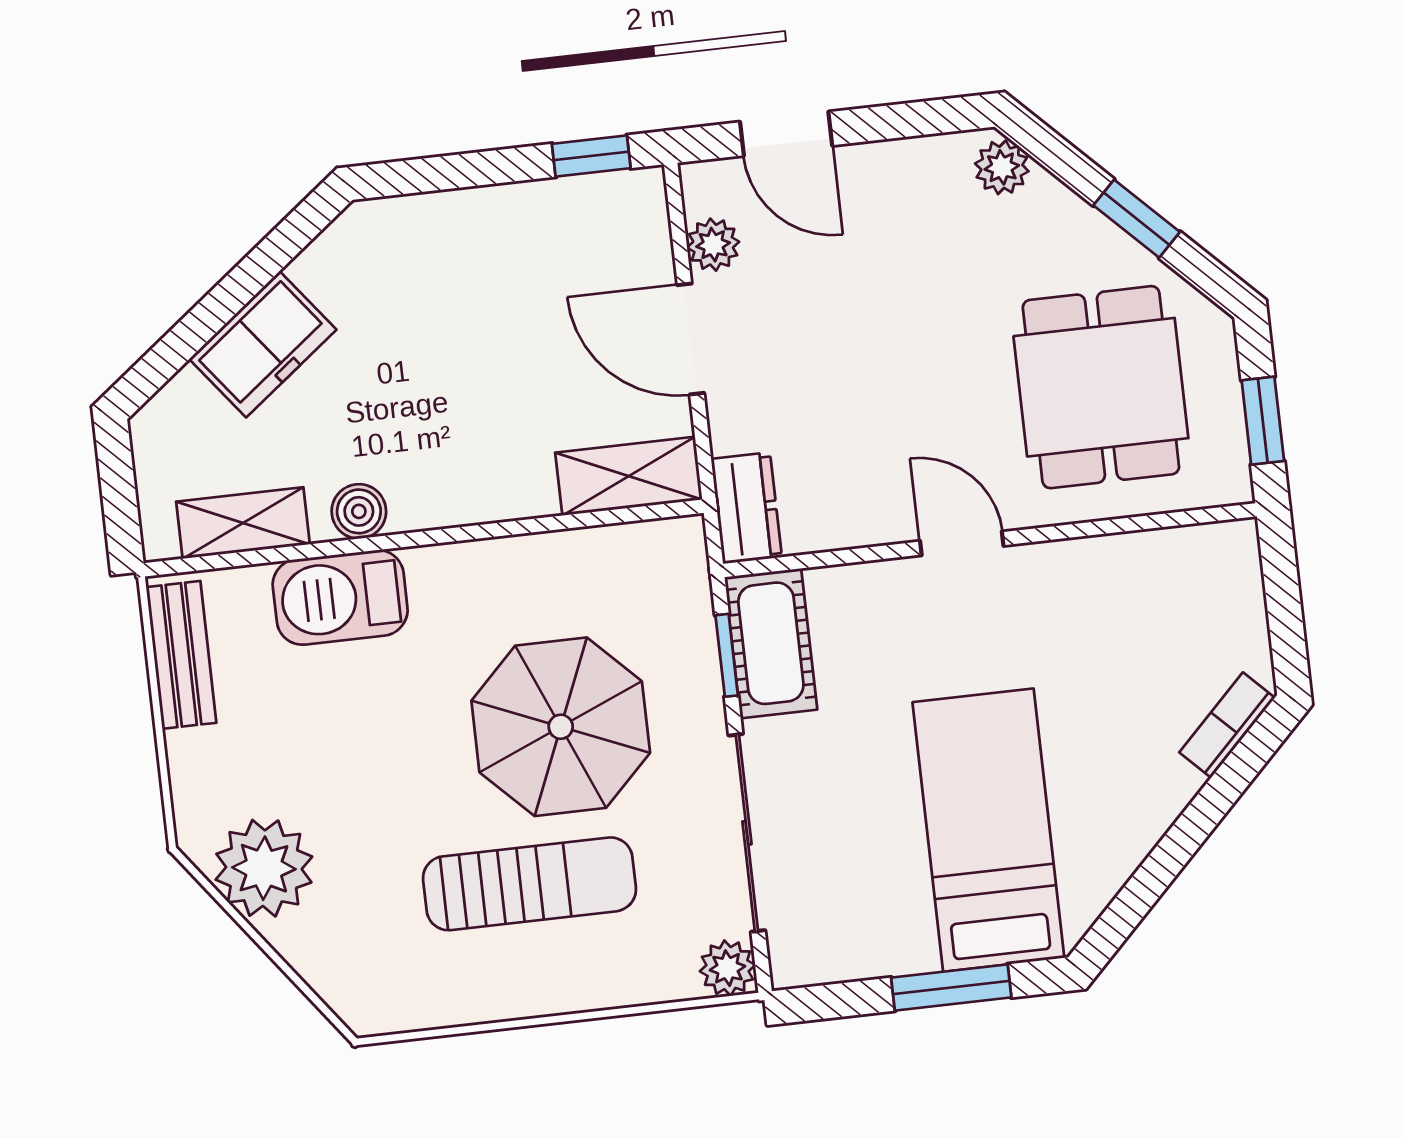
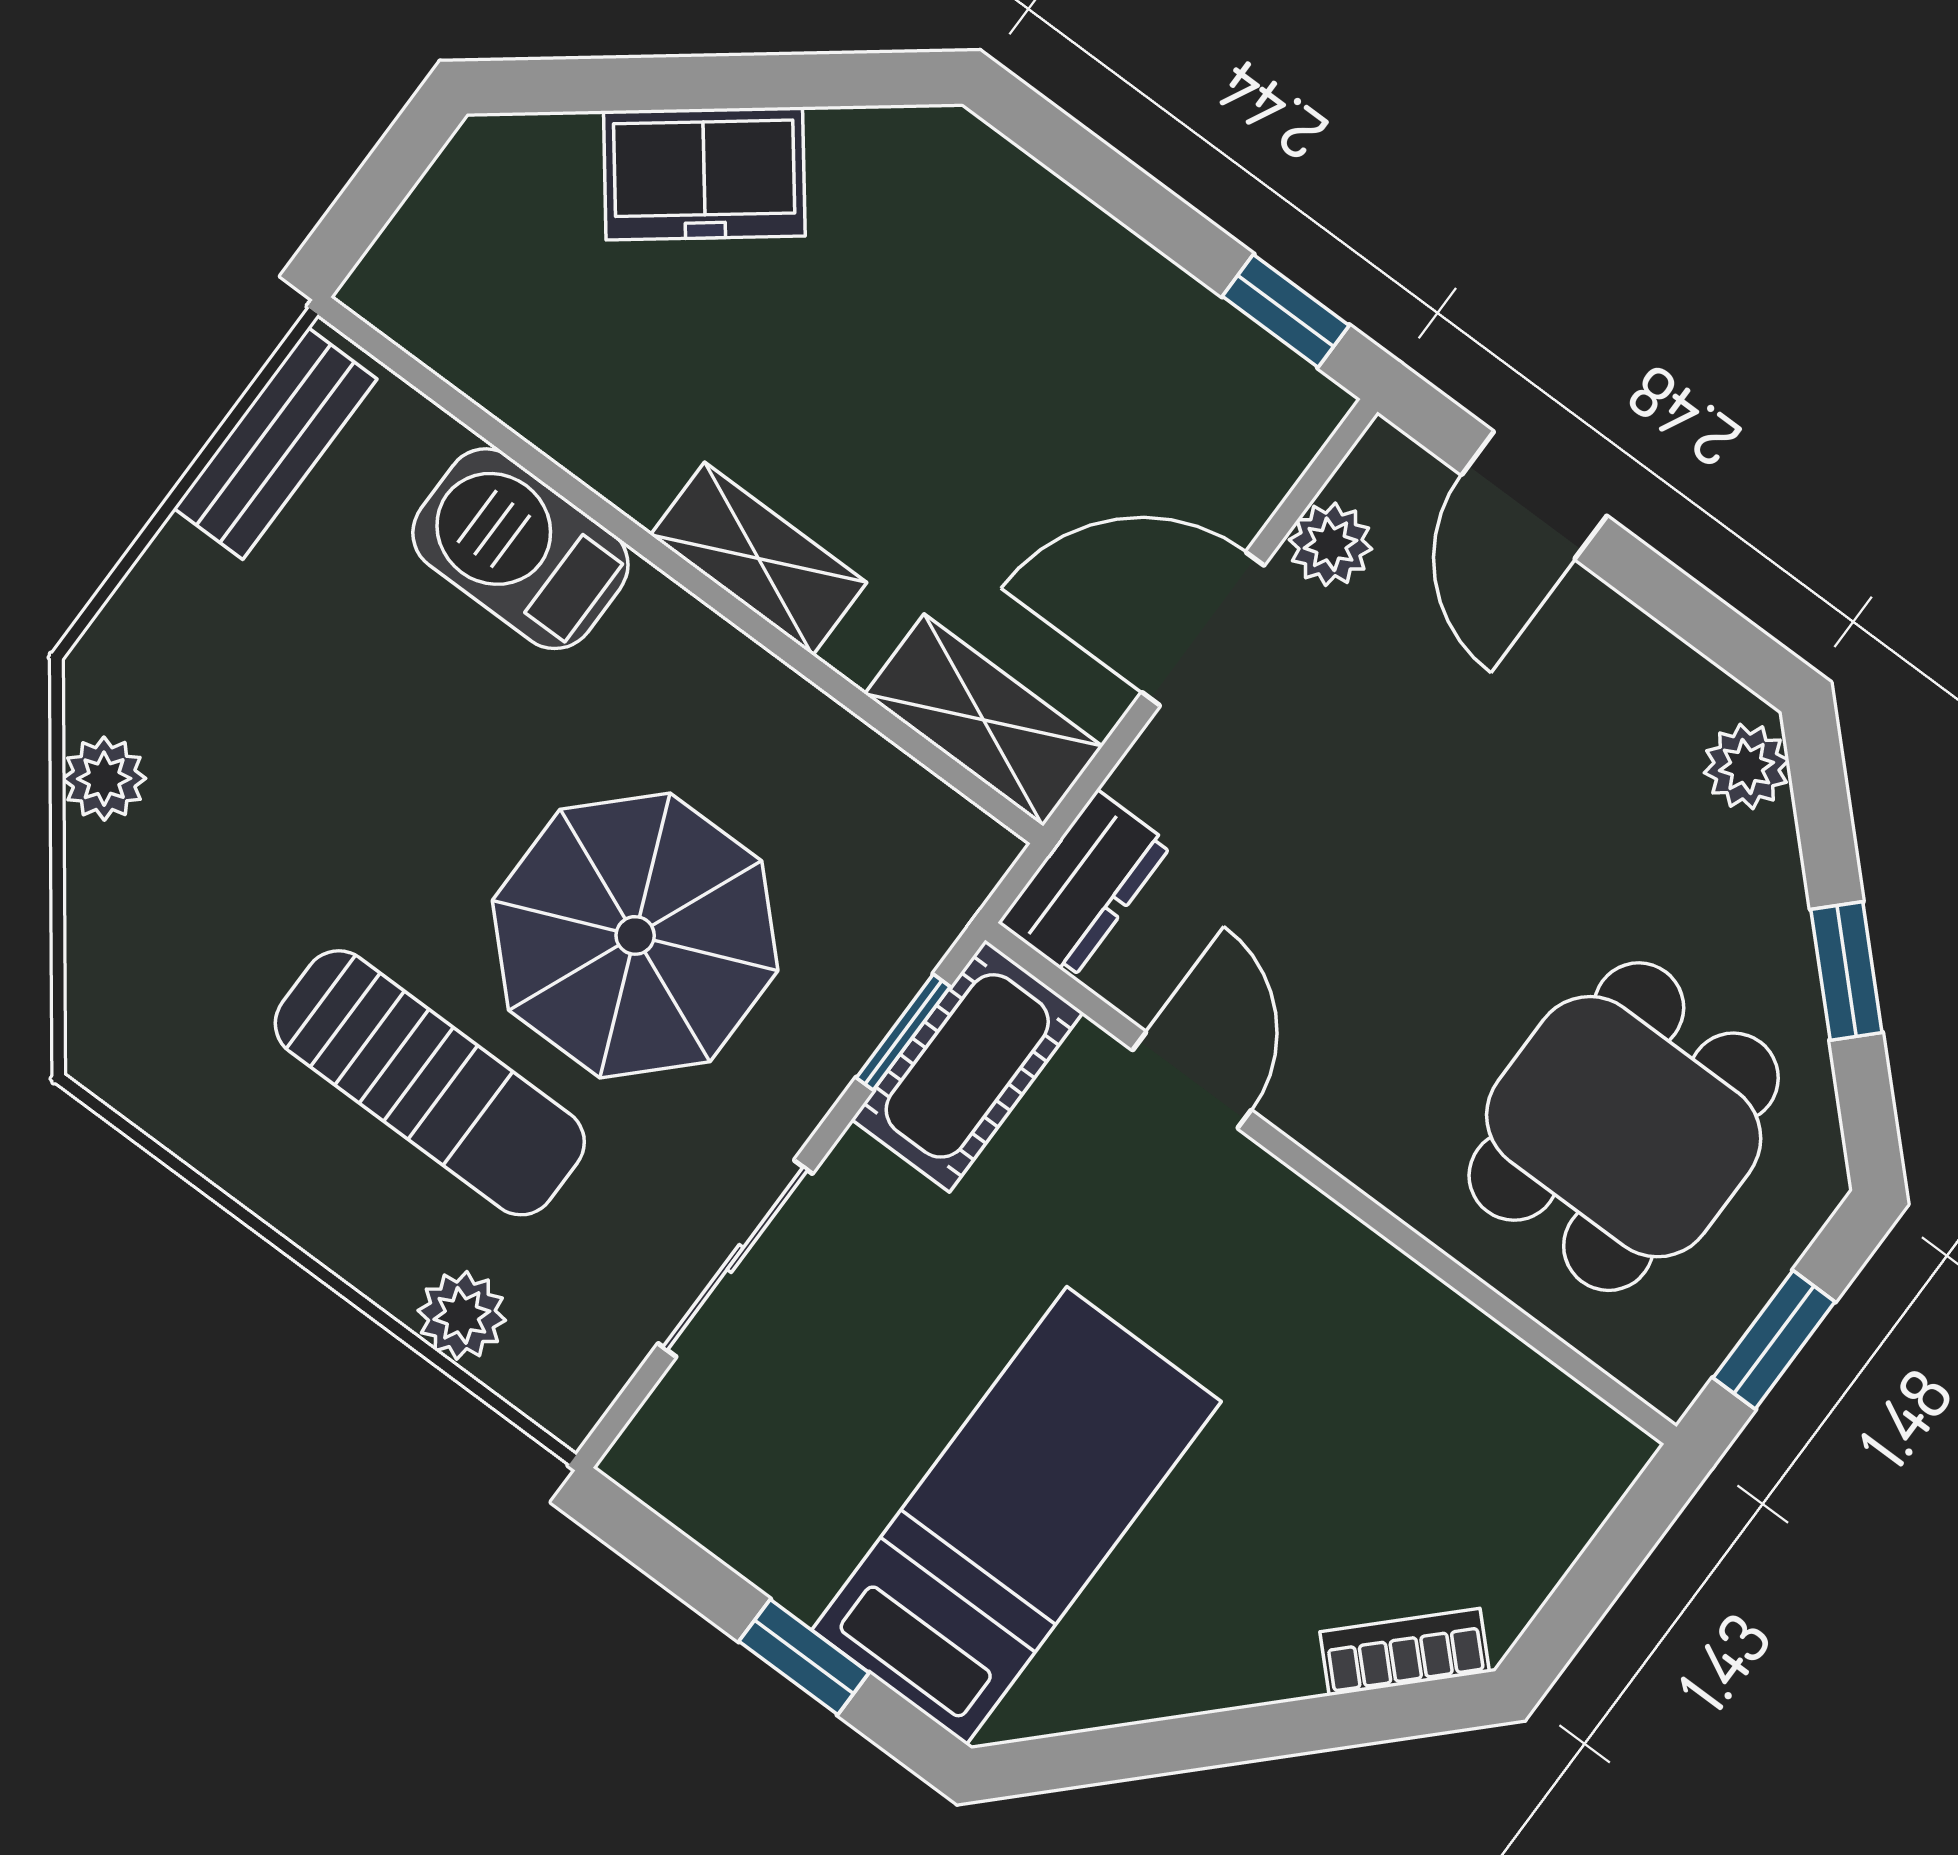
door: (691, 339) -> (1203, 629), hinge flipped
boiler: (359, 511) -> (635, 470), removed
shelving: (243, 523) -> (759, 559), moved
door: (962, 543) -> (1192, 1080), moved
sliding door: (747, 833) -> (735, 1259), width x0.73
plant: (264, 868) -> (104, 779), width x0.53, depth x0.53
plant: (727, 968) -> (462, 1315), moved
window: (951, 988) -> (804, 1657), width x0.67

